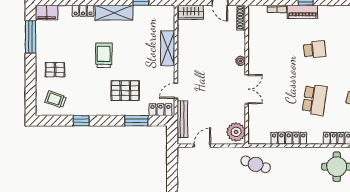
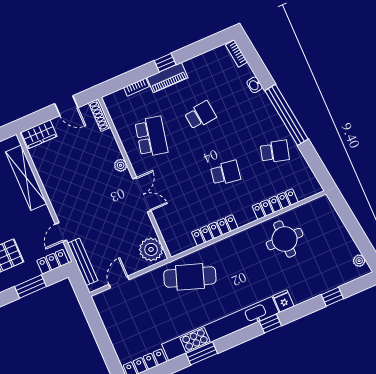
shelving: (168, 48) -> (26, 178), width x1.47
school desk: (272, 50) -> (151, 137), added
school desk: (315, 100) -> (226, 173), width x0.54
cafe table: (256, 164) -> (190, 277), width x1.37, depth x1.35

